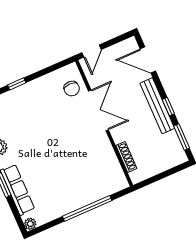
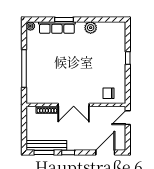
door: (92, 51) -> (128, 118), hinge flipped
bench: (157, 106) -> (46, 145), moved
double door: (98, 110) -> (74, 105), moved

